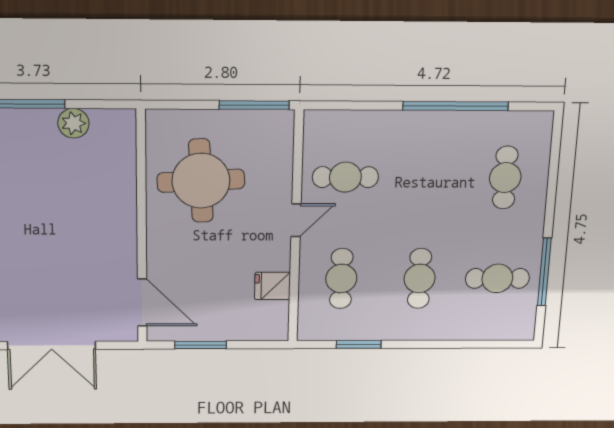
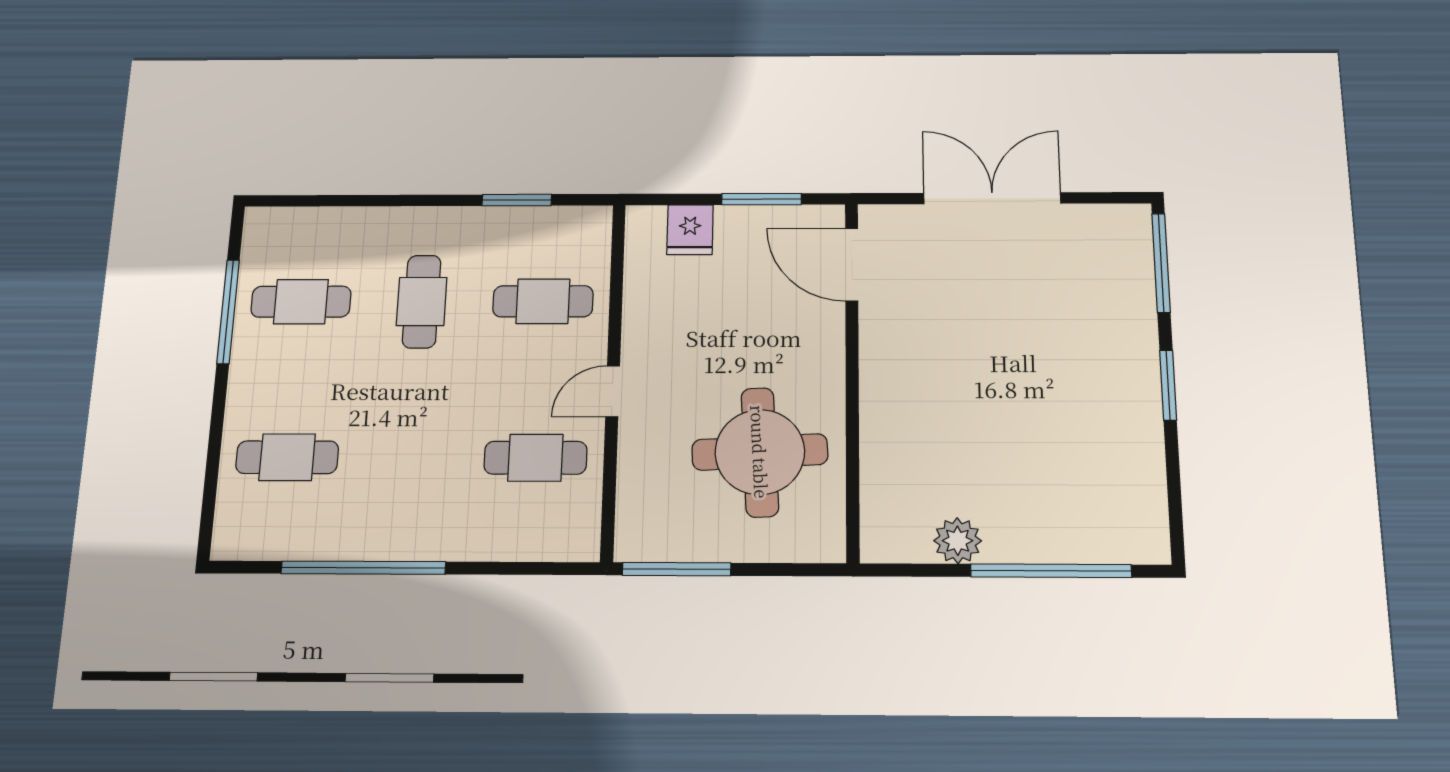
cafe table: (505, 178) -> (287, 457), turned 90
cafe table: (341, 279) -> (543, 301), turned 90
fridge: (272, 286) -> (690, 230), moved, turned 90

